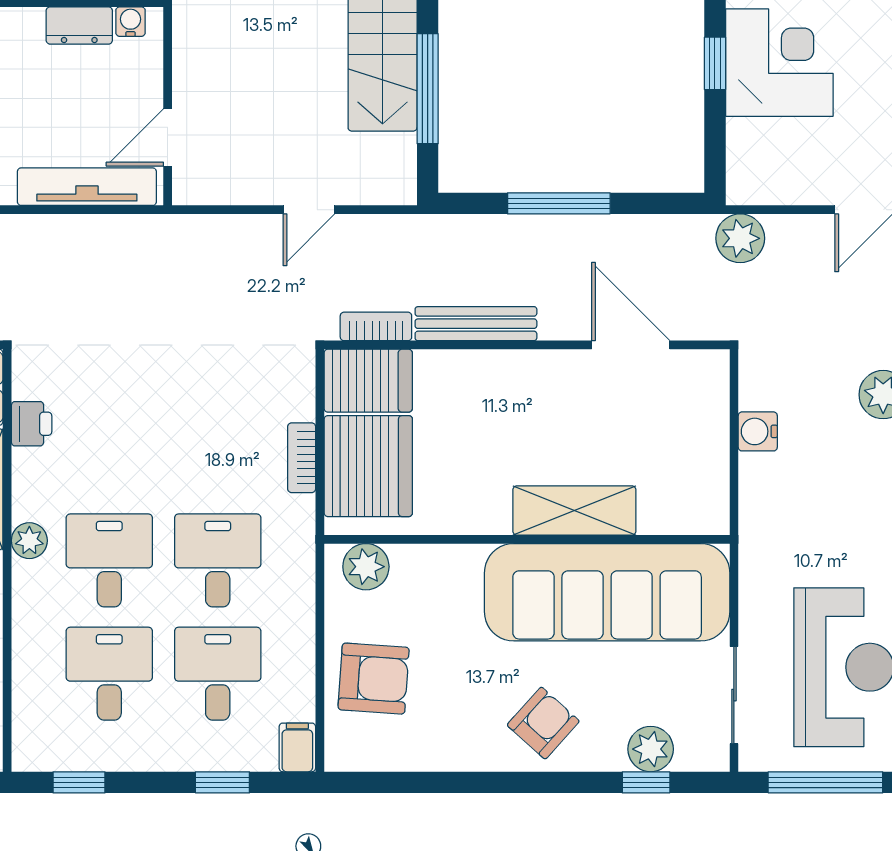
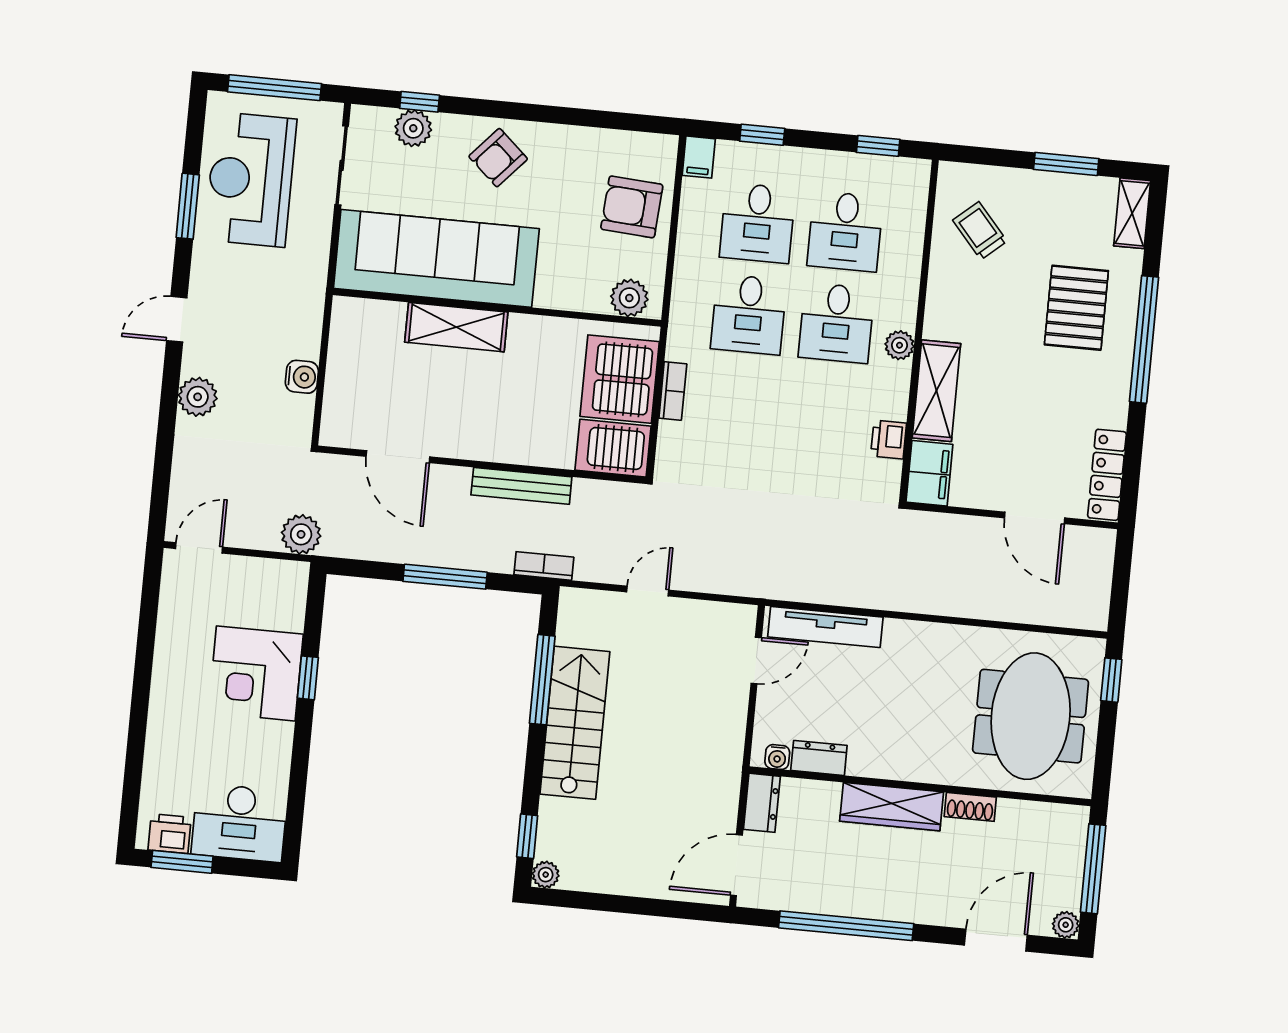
bookcase: (376, 326) -> (544, 566), moved, turned 180

